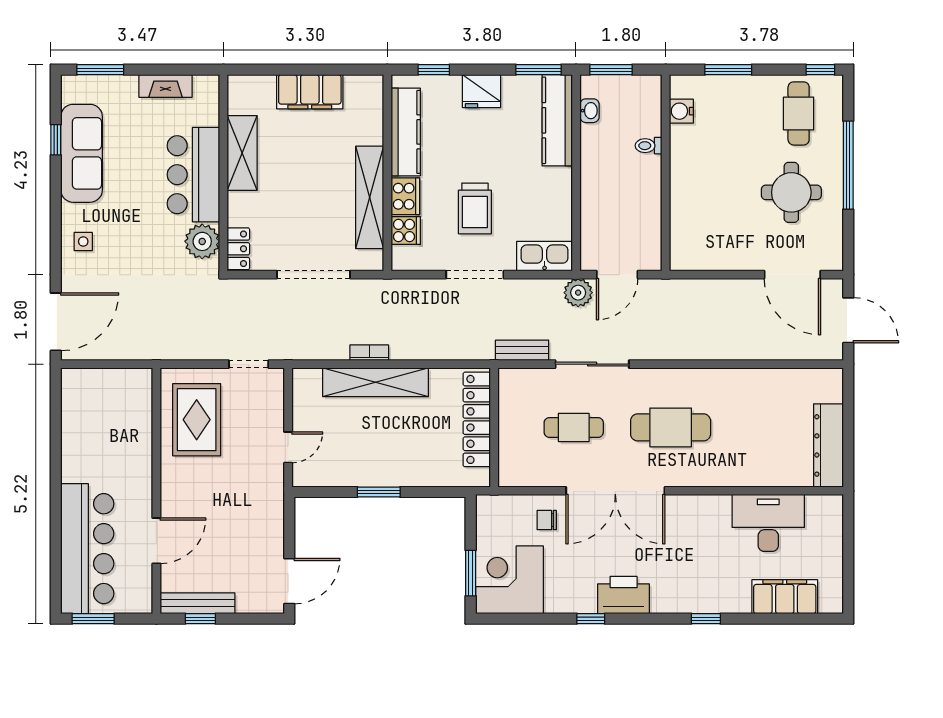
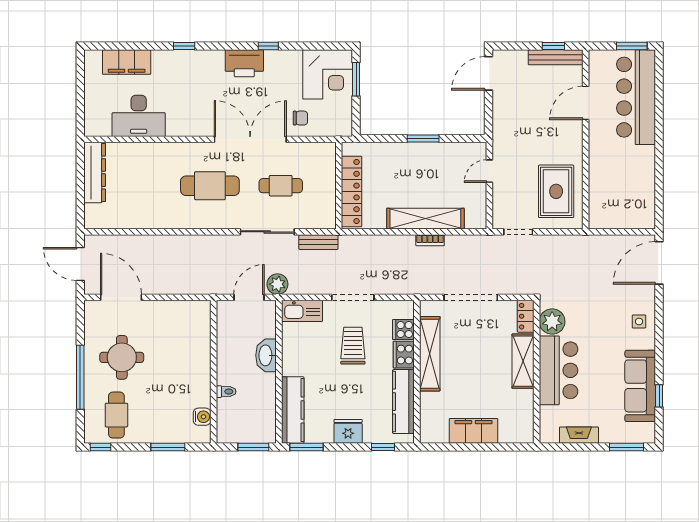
washbasin: (590, 111) -> (266, 355), moved, width x1.91, depth x1.45
shelving: (242, 153) -> (523, 361), moved

